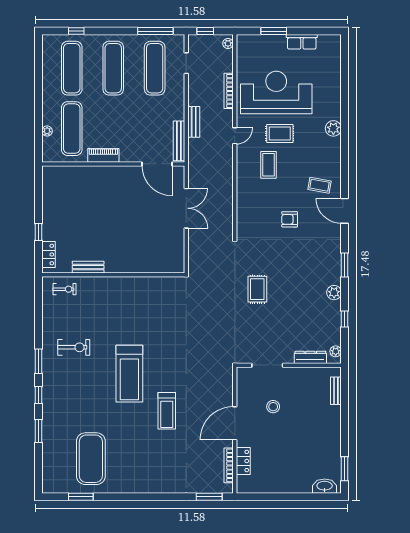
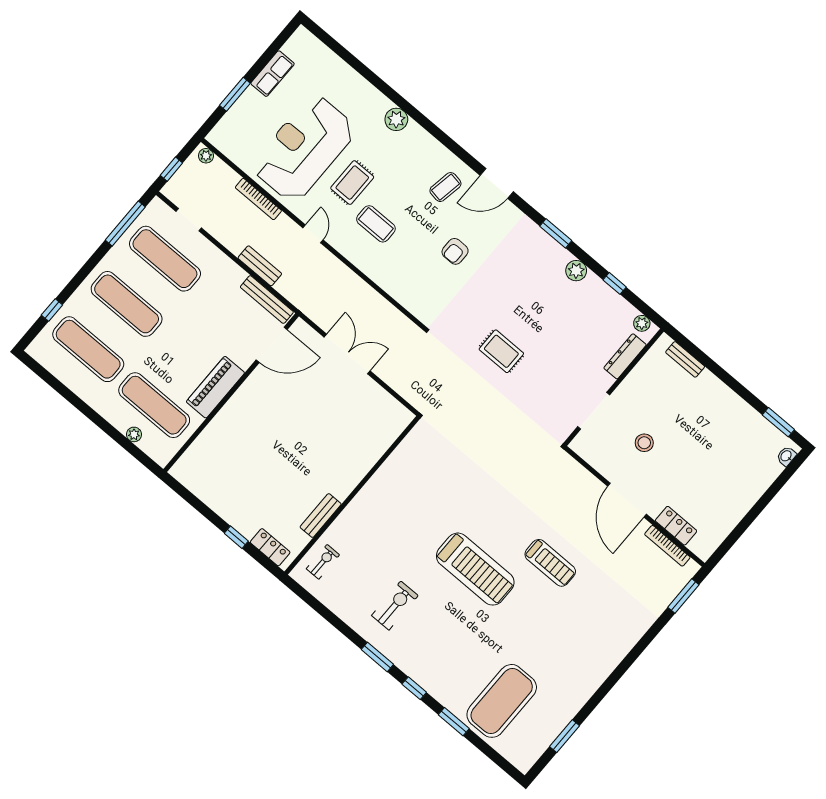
piano: (103, 155) -> (215, 387), width x1.37, depth x1.33
exercise mat: (91, 459) -> (502, 701), moved, turned 90
washbasin: (325, 486) -> (786, 456), width x0.52, depth x0.69

